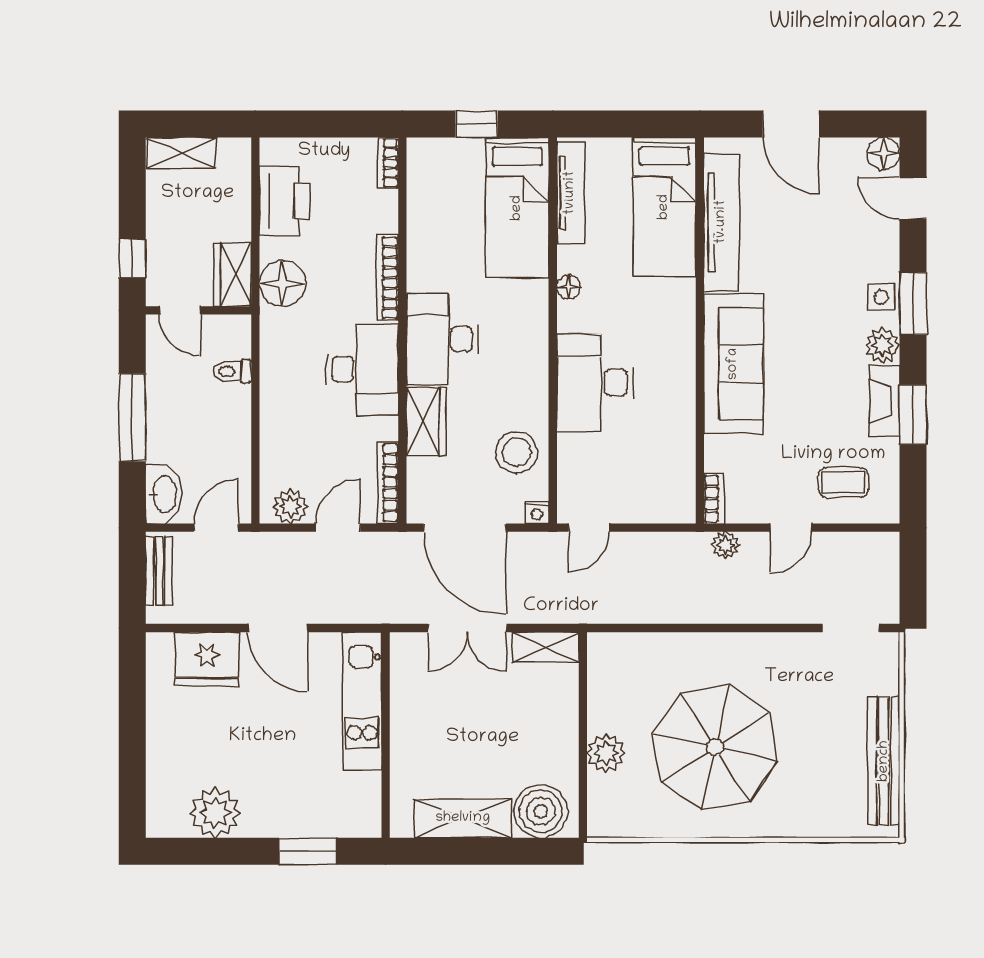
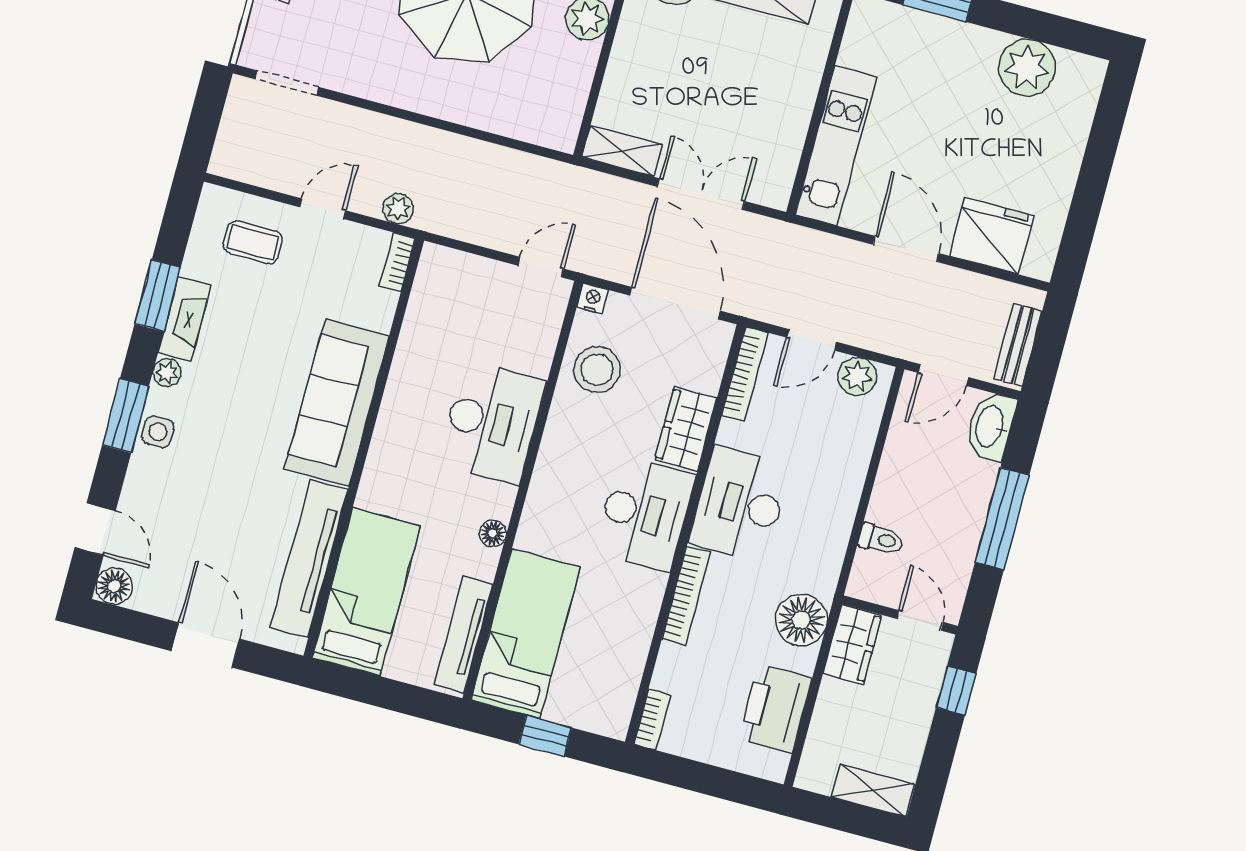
plant: (882, 345) -> (167, 373), width x0.73, depth x0.73

